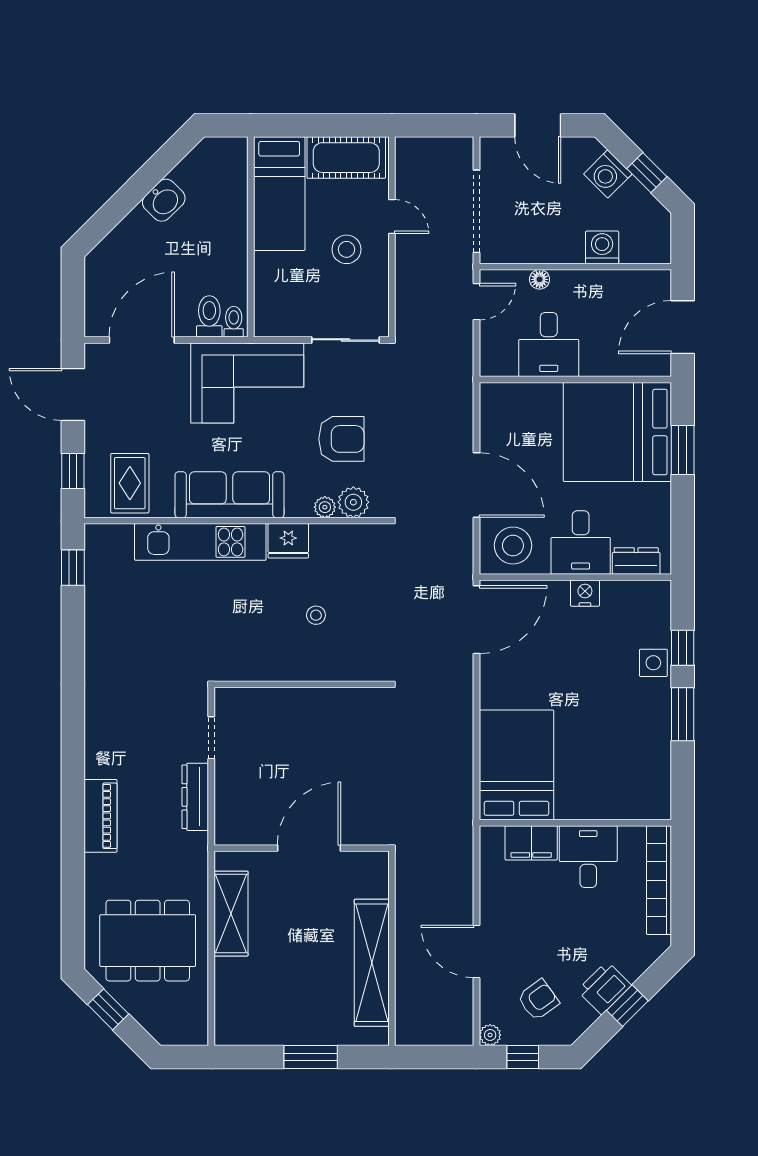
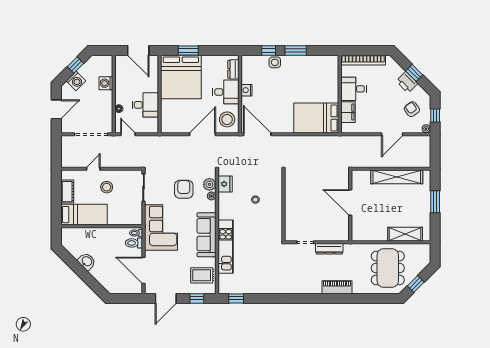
cot: (346, 158) -> (67, 192), width x0.73, depth x0.75
fridge: (288, 541) -> (225, 184), moved
shelving: (231, 914) -> (405, 234), moved

